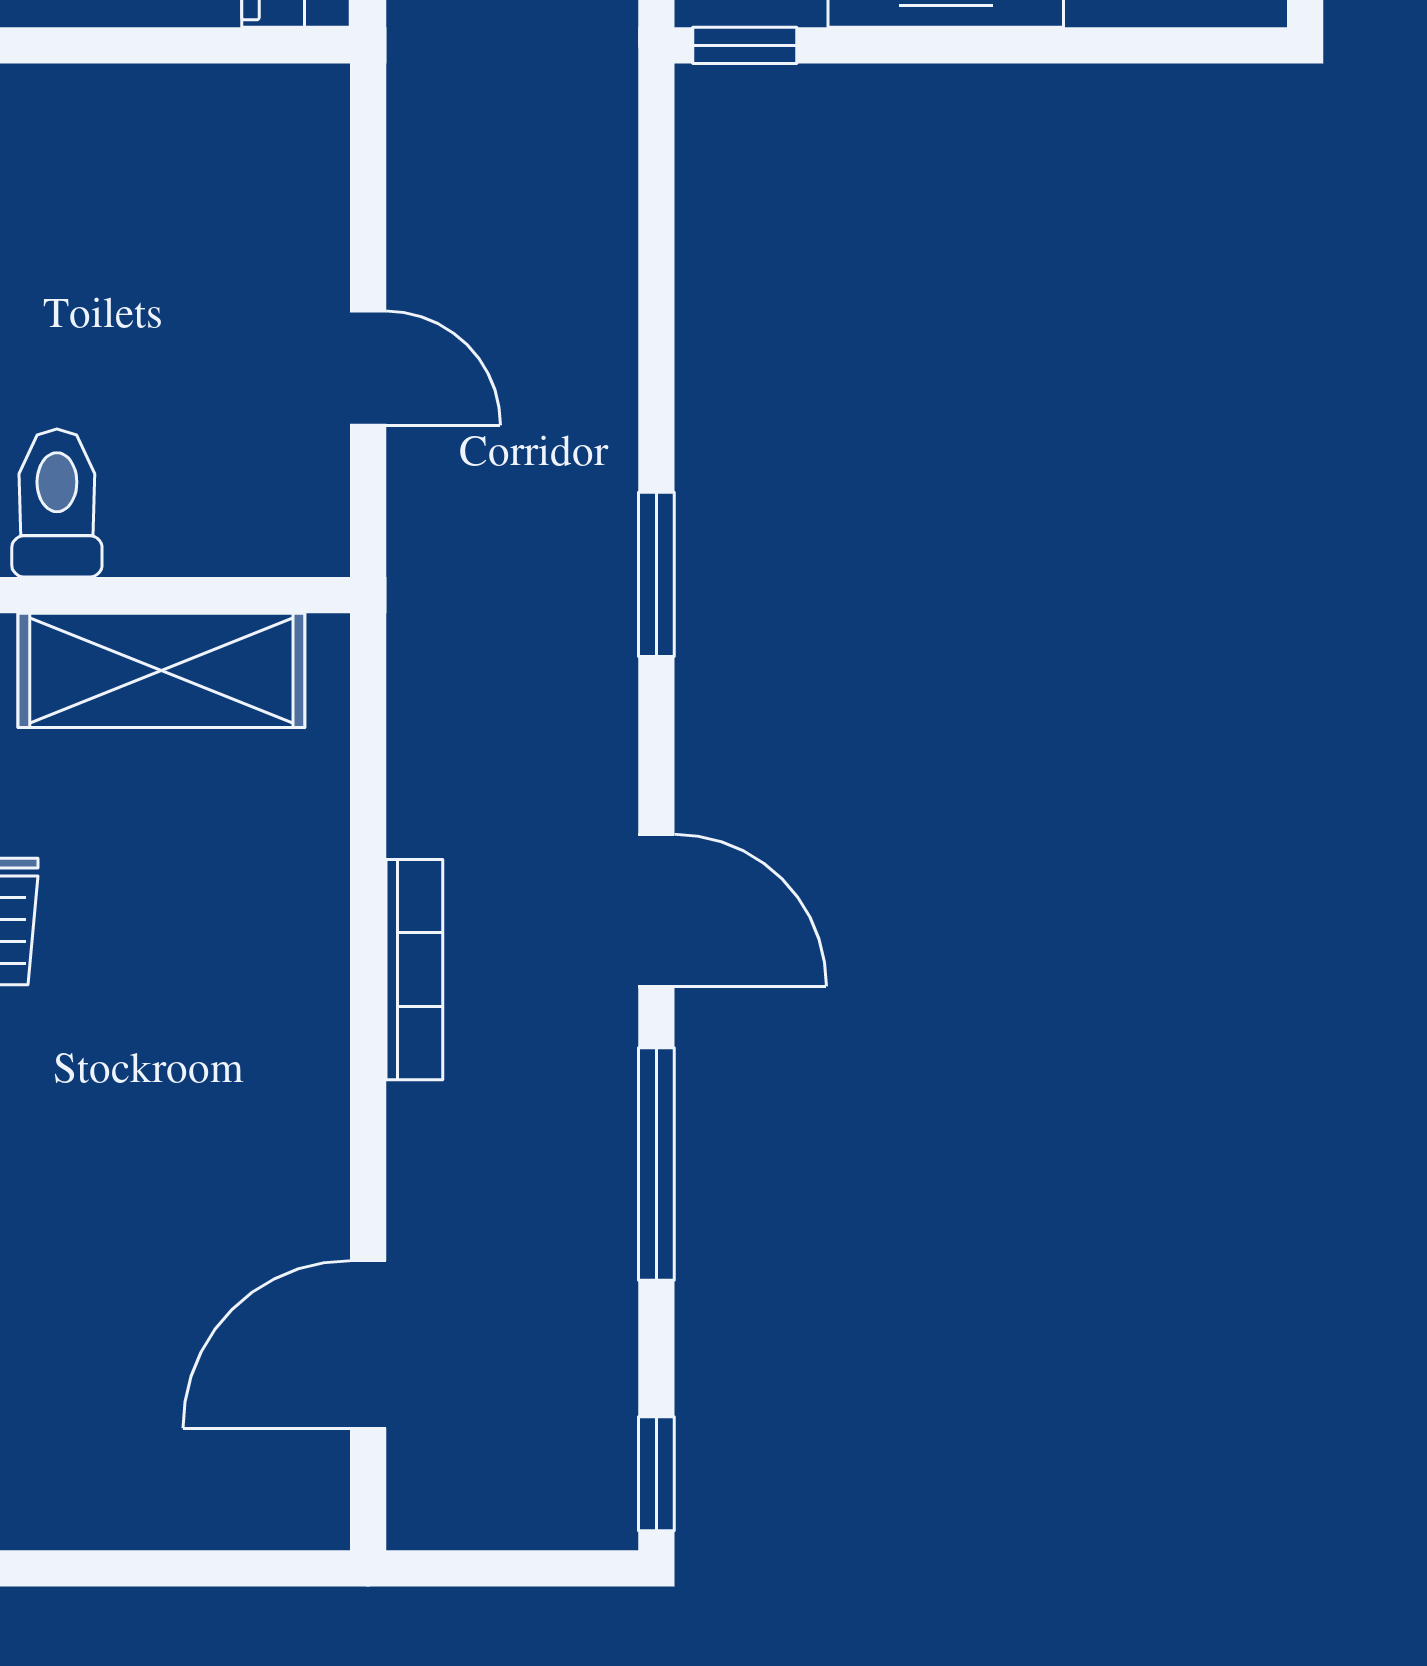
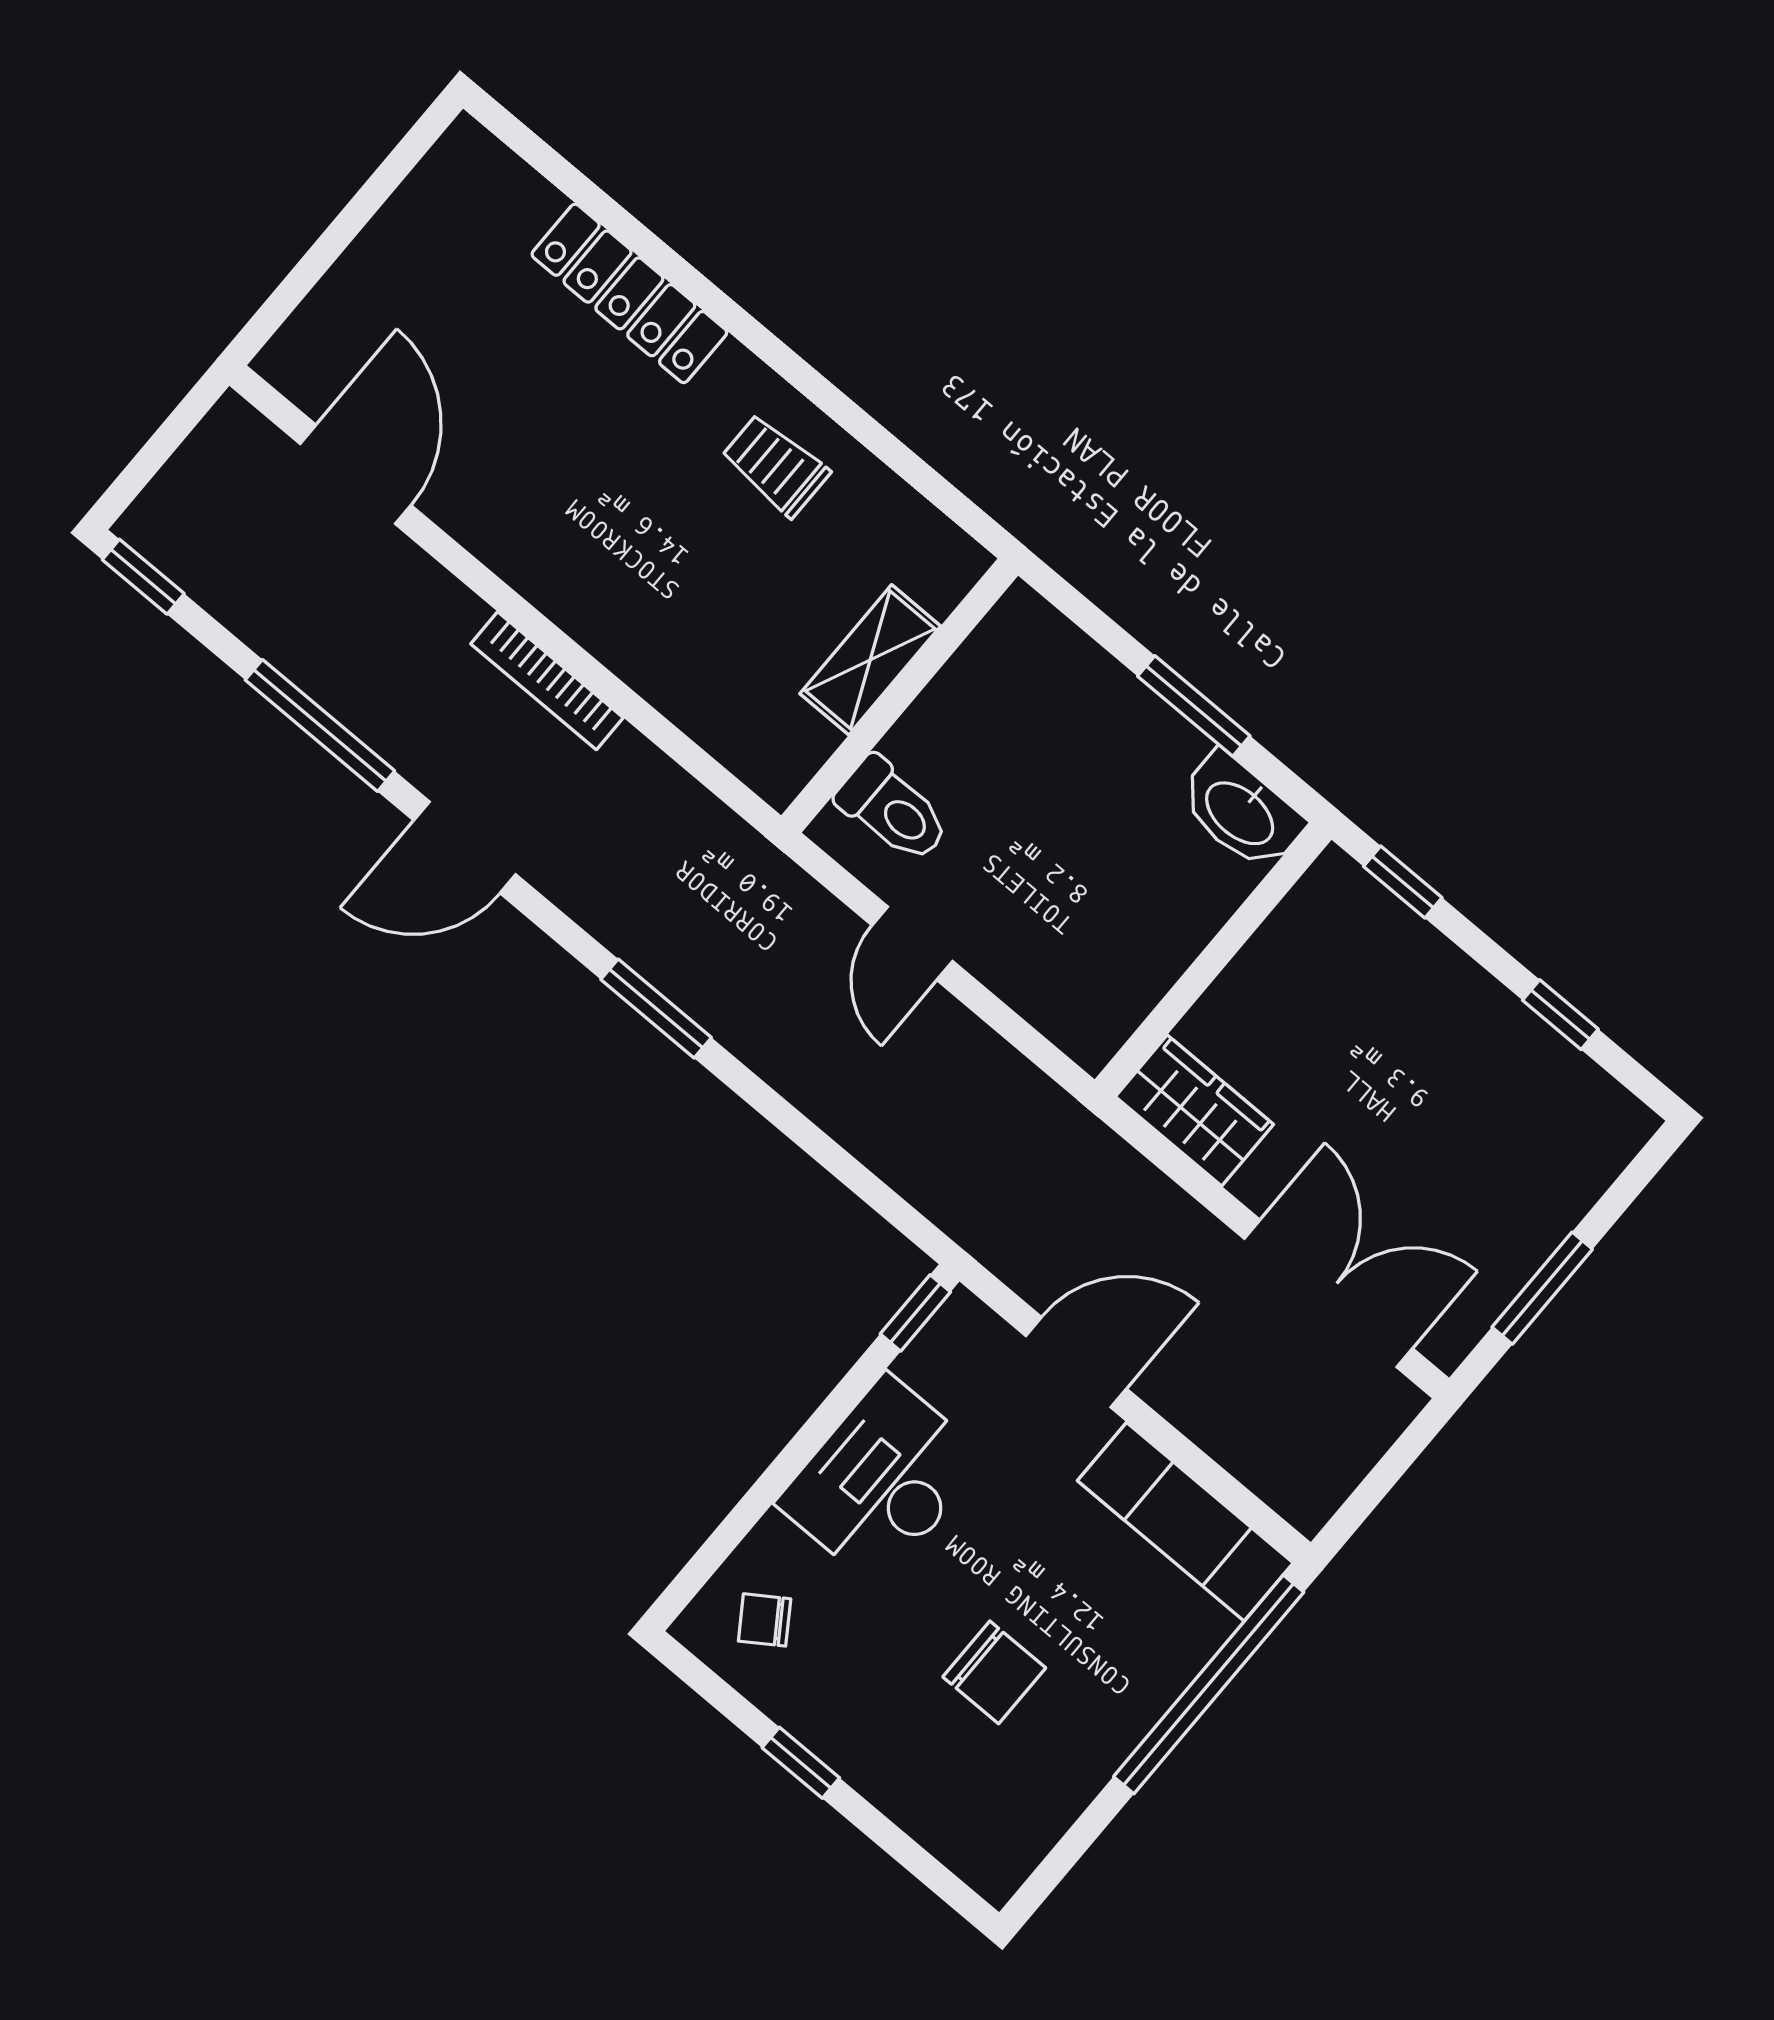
door: (368, 368) -> (912, 943), hinge flipped
toilet: (57, 503) -> (893, 810), moved
shelving: (161, 670) -> (870, 660), width x0.67, depth x0.75

